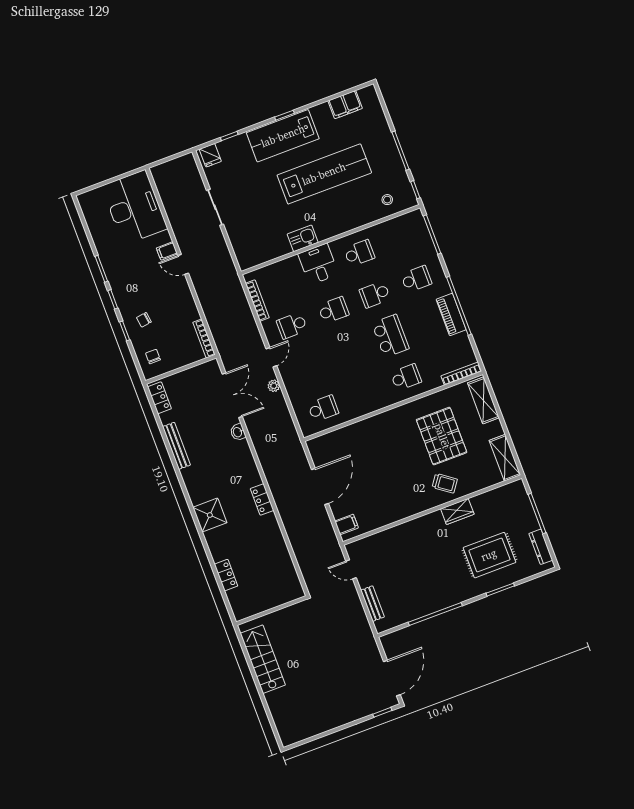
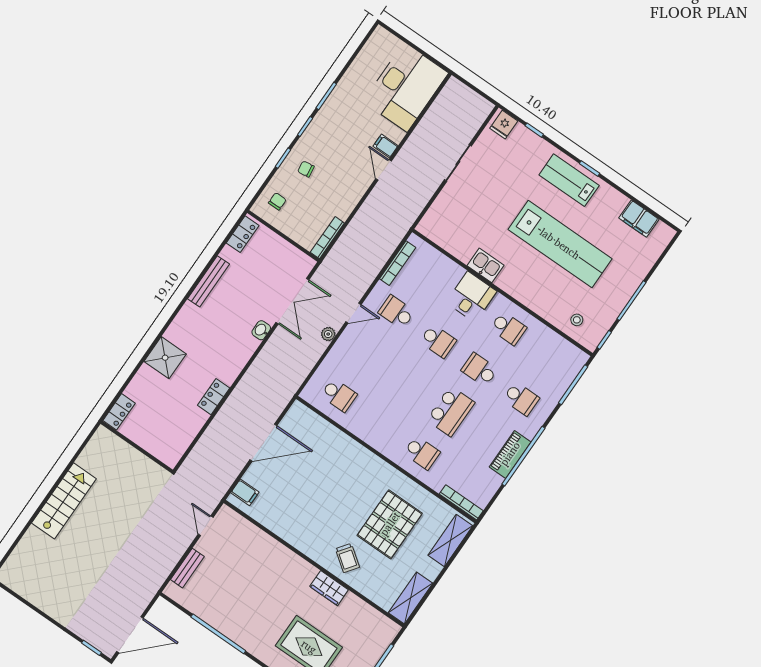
lab bench: (283, 136) -> (569, 180), width x0.73, depth x0.72
wall: (271, 611) -> (137, 447), moved

